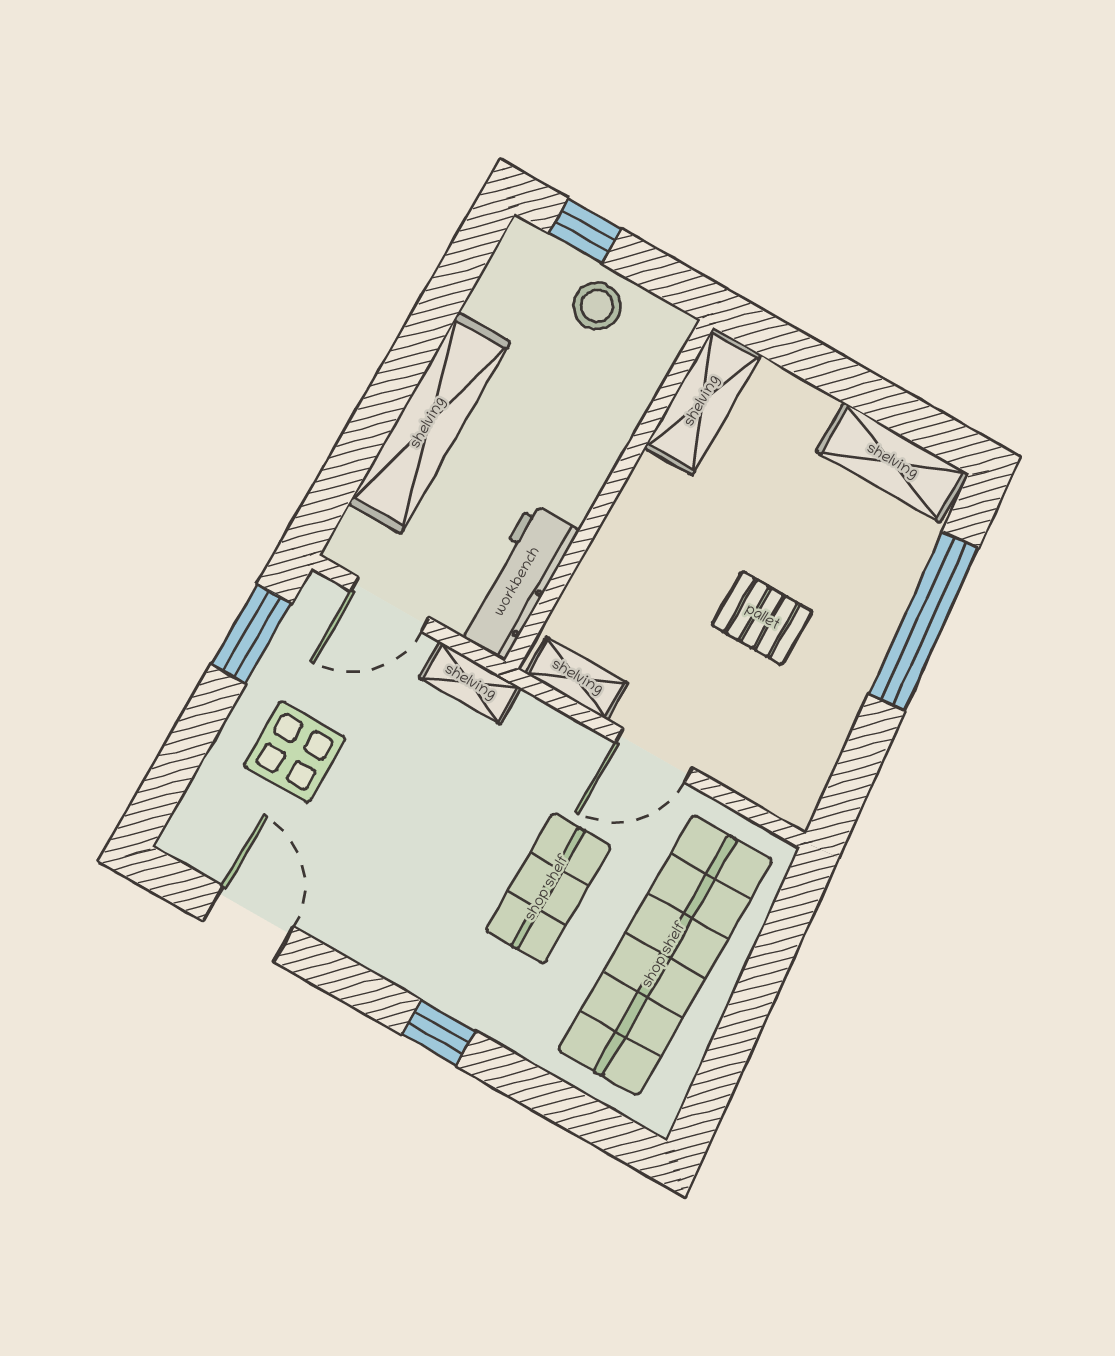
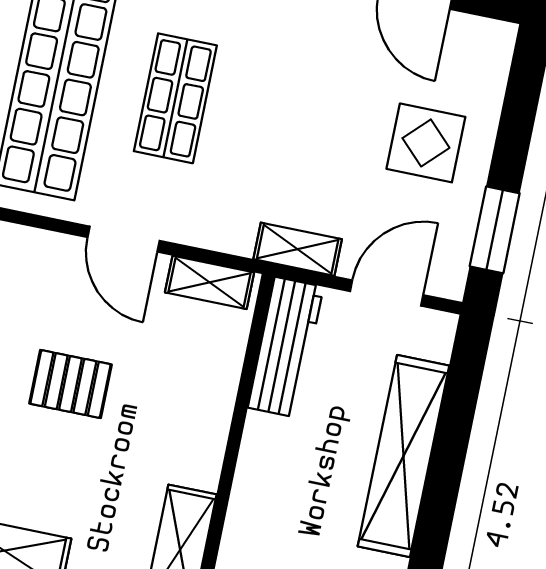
door: (654, 755) -> (124, 239), swing flipped

